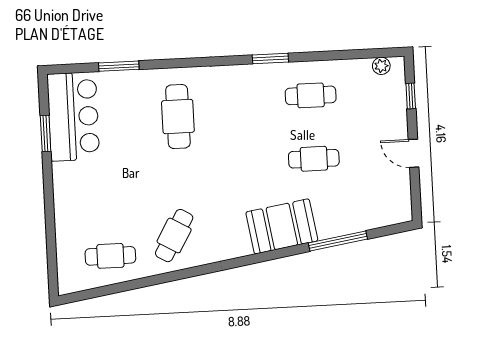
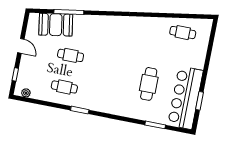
bar counter: (73, 117) -> (185, 98), width x1.36
cafe table: (178, 117) -> (149, 84), moved
booth: (282, 226) -> (56, 25), moved
cafe table: (174, 236) -> (149, 35), removed

